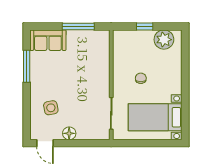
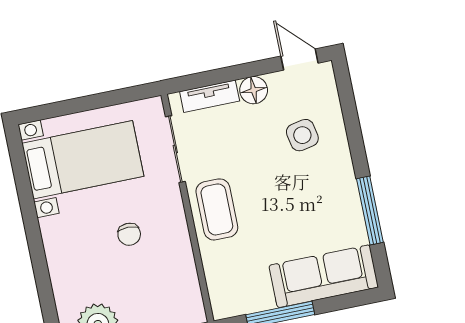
sofa: (48, 40) -> (324, 276), width x1.36
coffee table: (98, 81) -> (217, 209), added
tv unit: (90, 135) -> (210, 96), added

